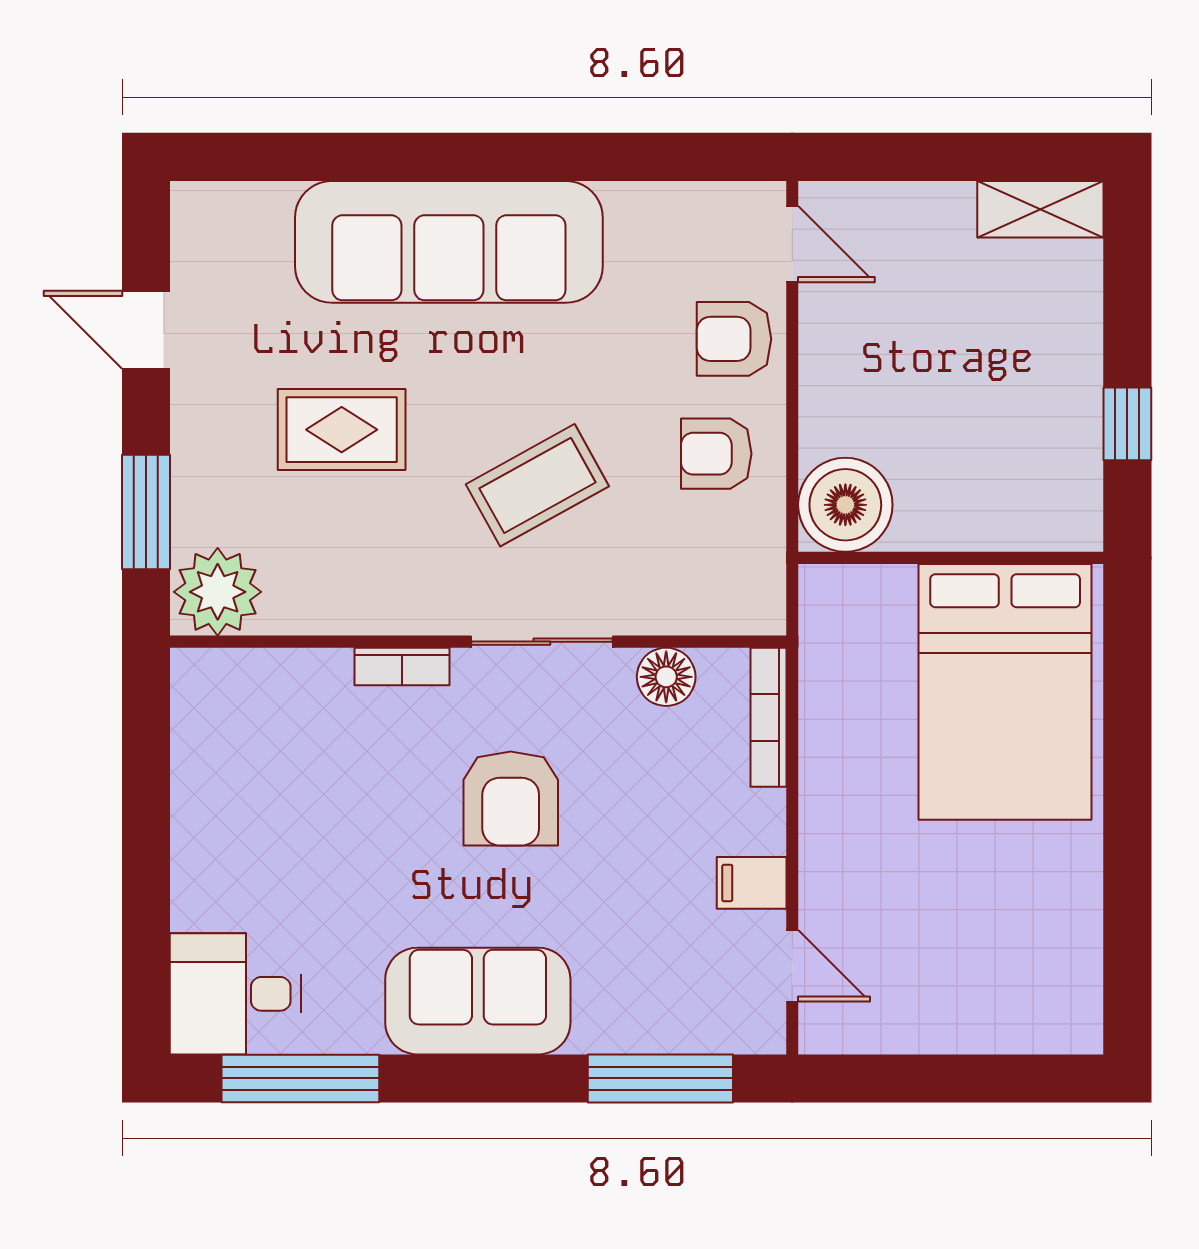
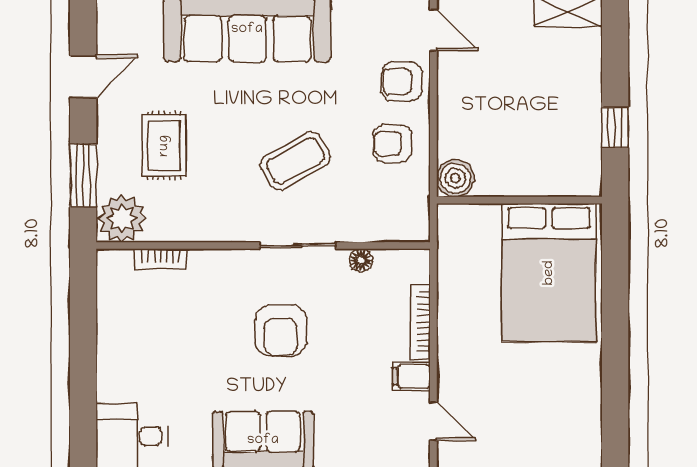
door: (146, 330) -> (83, 76), swing flipped
rug: (342, 430) -> (164, 146), moved, turned 90
boiler: (845, 505) -> (455, 178), width x0.73, depth x0.73
bookcase: (402, 667) -> (160, 259), moved
floor lamp: (666, 677) -> (361, 260), width x0.73, depth x0.73
bookcase: (768, 717) -> (421, 322), moved

